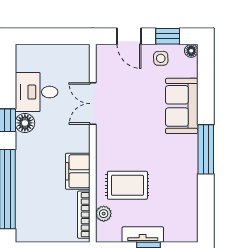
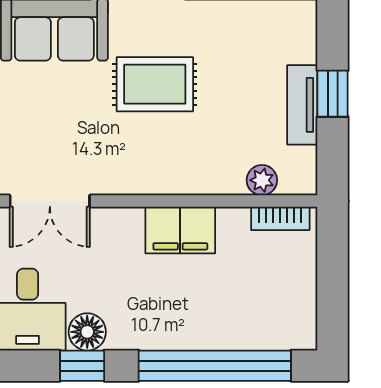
rug: (127, 185) -> (155, 84), moved, turned 90
bookcase: (84, 215) -> (280, 218), width x0.64

